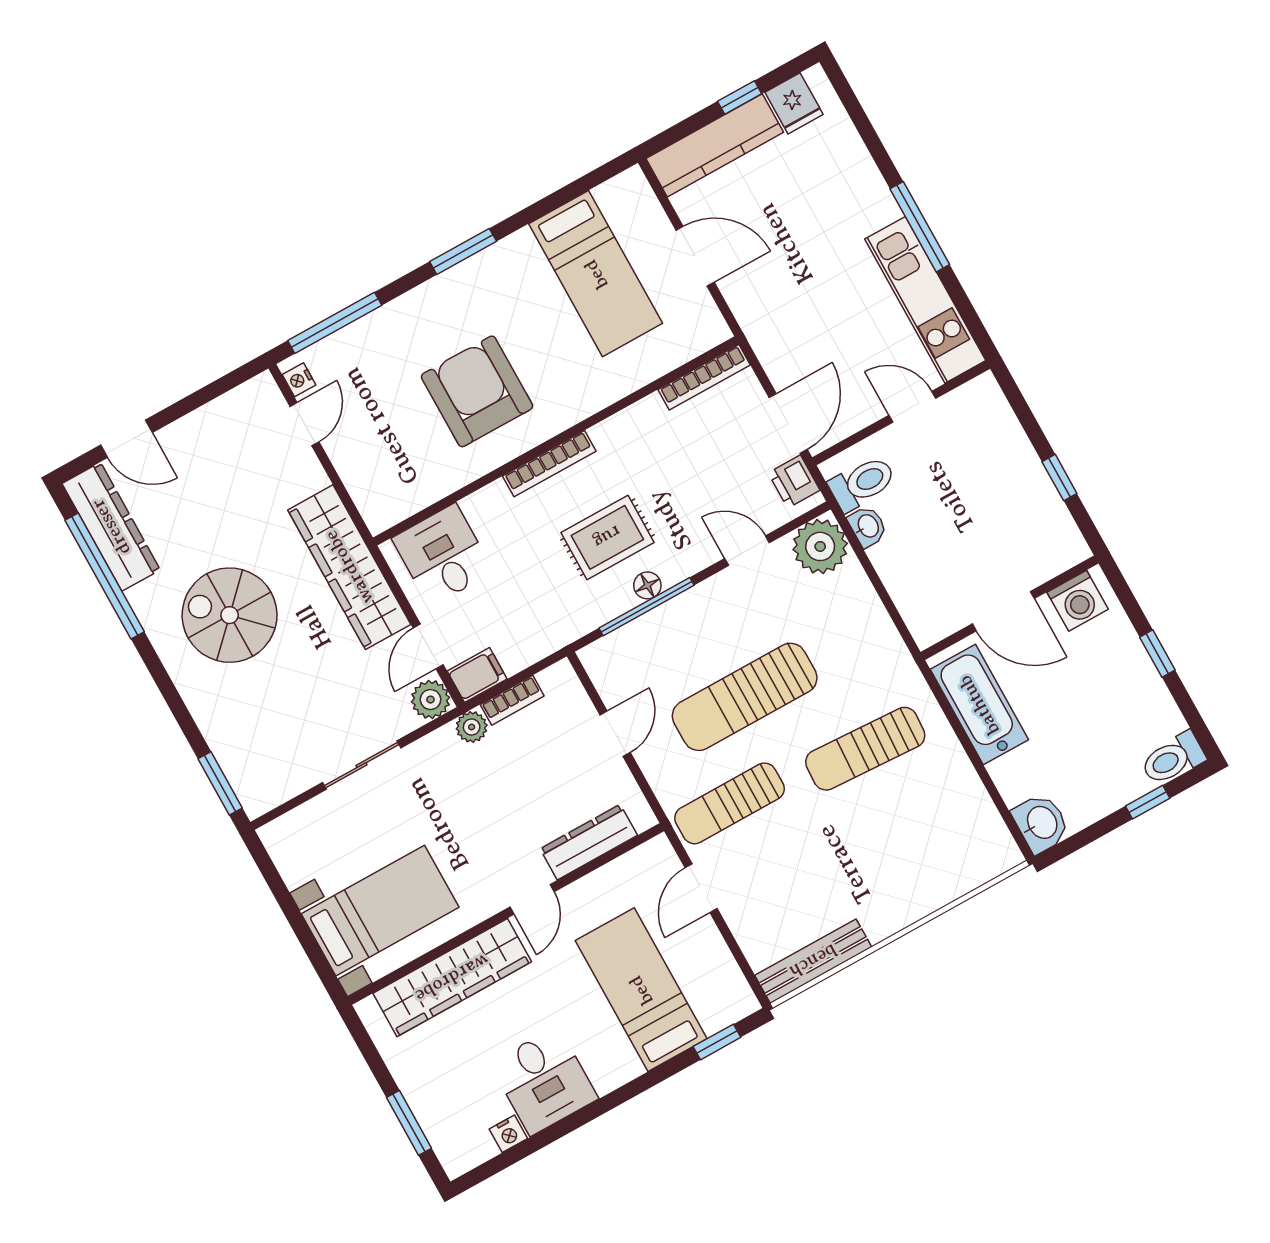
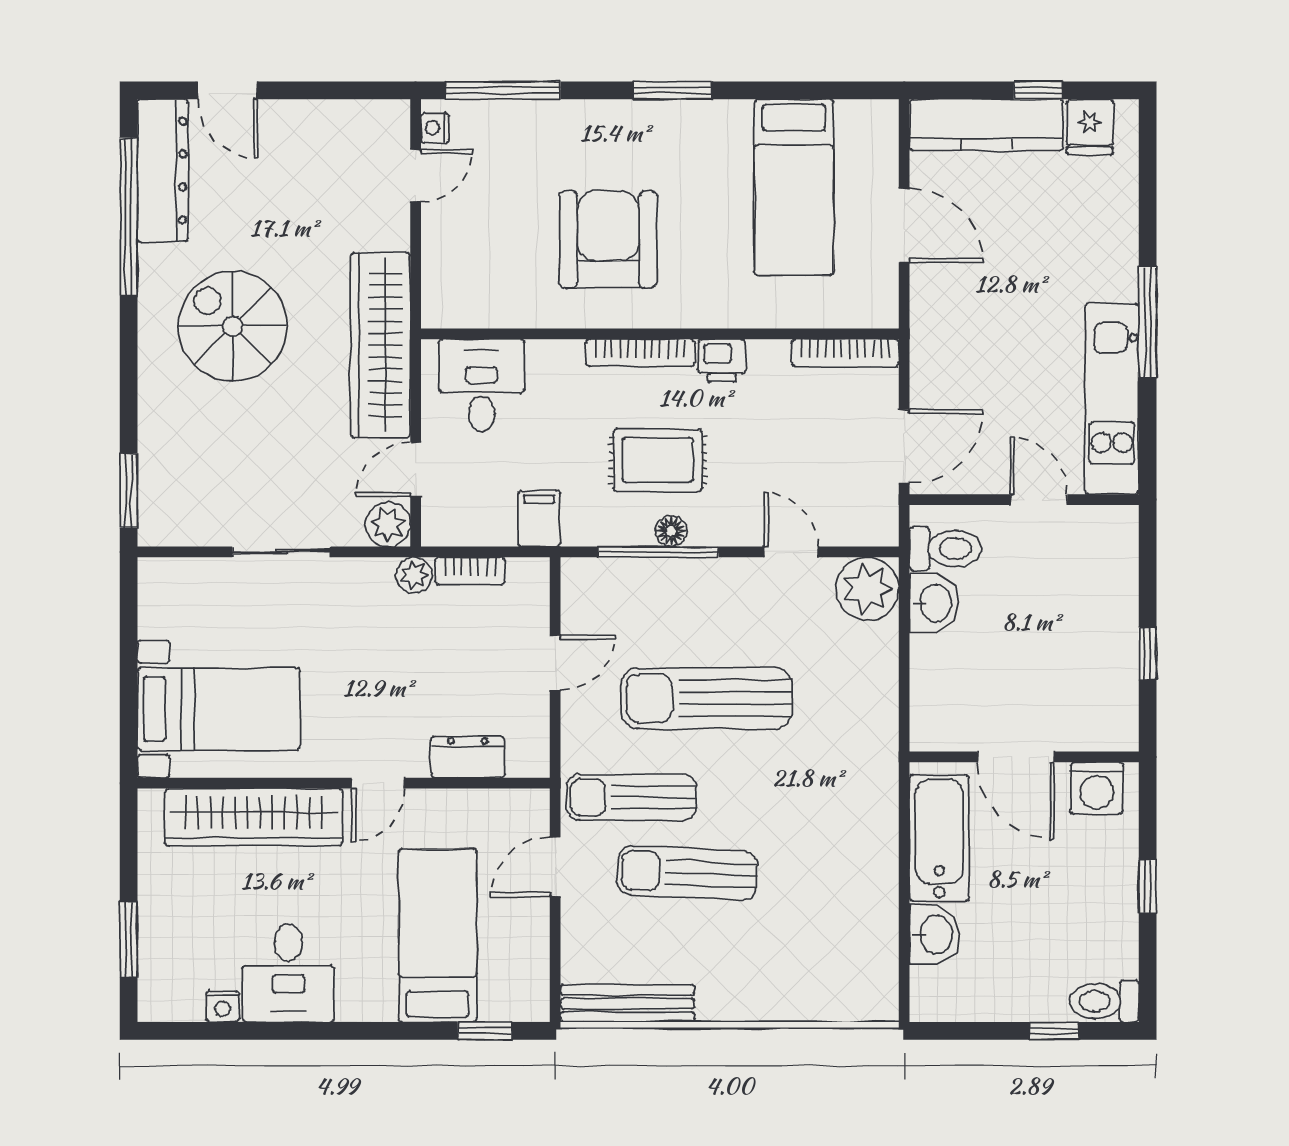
printer: (794, 482) -> (722, 361), moved, turned -90
washbasin: (868, 526) -> (934, 603), width x1.38, depth x1.45
filing cabinet: (477, 675) -> (539, 519), moved, turned -90
sun lounger: (865, 749) -> (687, 873), moved
washbasin: (1041, 823) -> (935, 935), moved
dresser: (589, 842) -> (468, 757), width x0.70

